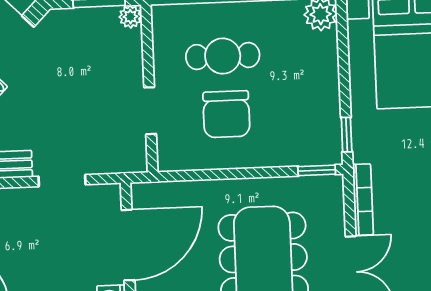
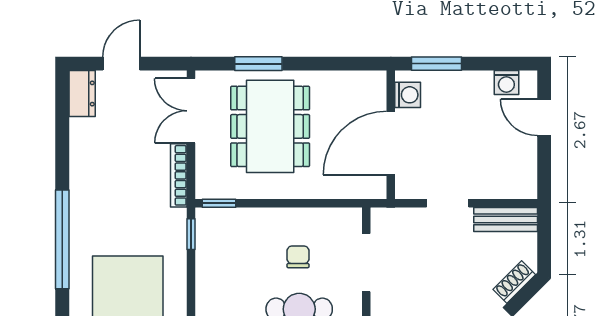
doorway: (150, 111) -> (366, 263), width x1.38
chair: (226, 114) -> (298, 257), width x0.54, depth x0.54

